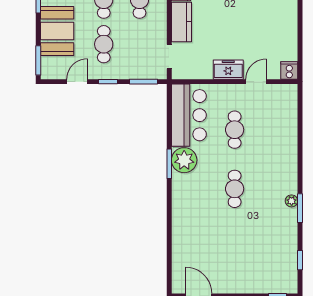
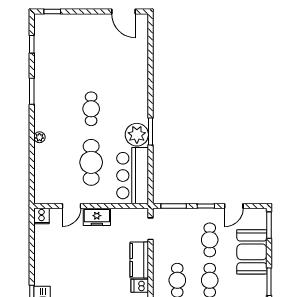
cafe table: (235, 130) -> (91, 162), width x1.37, depth x1.35
plant: (292, 201) -> (39, 137), moved

